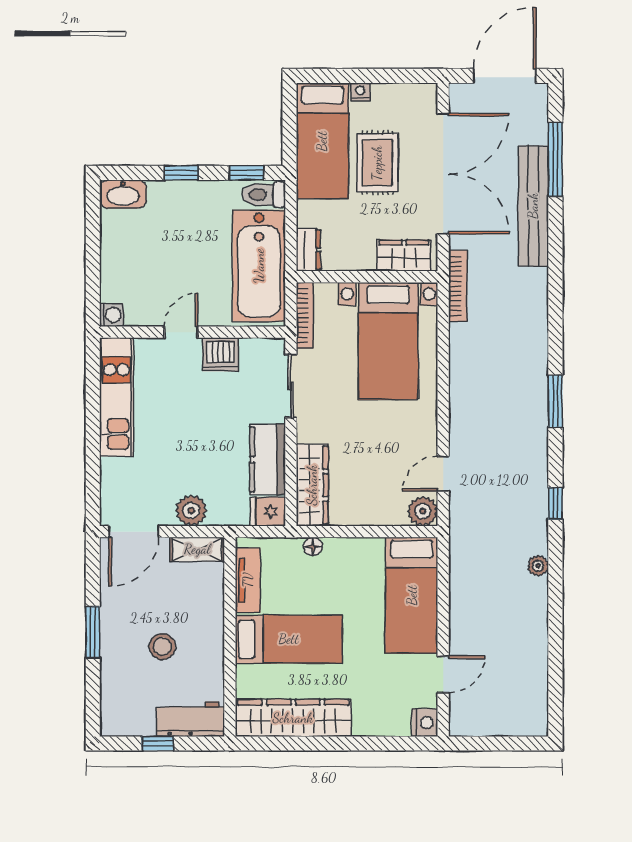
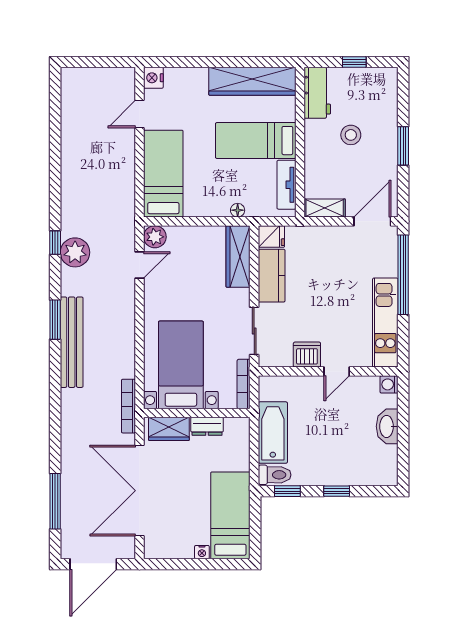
rug: (377, 163) -> (189, 499), removed
washbasin: (123, 194) -> (387, 426), moved, turned -90
bench: (533, 206) -> (72, 342), moved
dresser: (308, 250) -> (207, 426), moved, turned -90
bathtub: (259, 266) -> (273, 433), width x0.73, depth x0.73
window: (93, 461) -> (403, 275), added
plant: (191, 511) -> (329, 237), removed
plant: (538, 566) -> (75, 252), moved, width x1.88, depth x1.88
workbench: (190, 719) -> (317, 93), moved, turned -90

